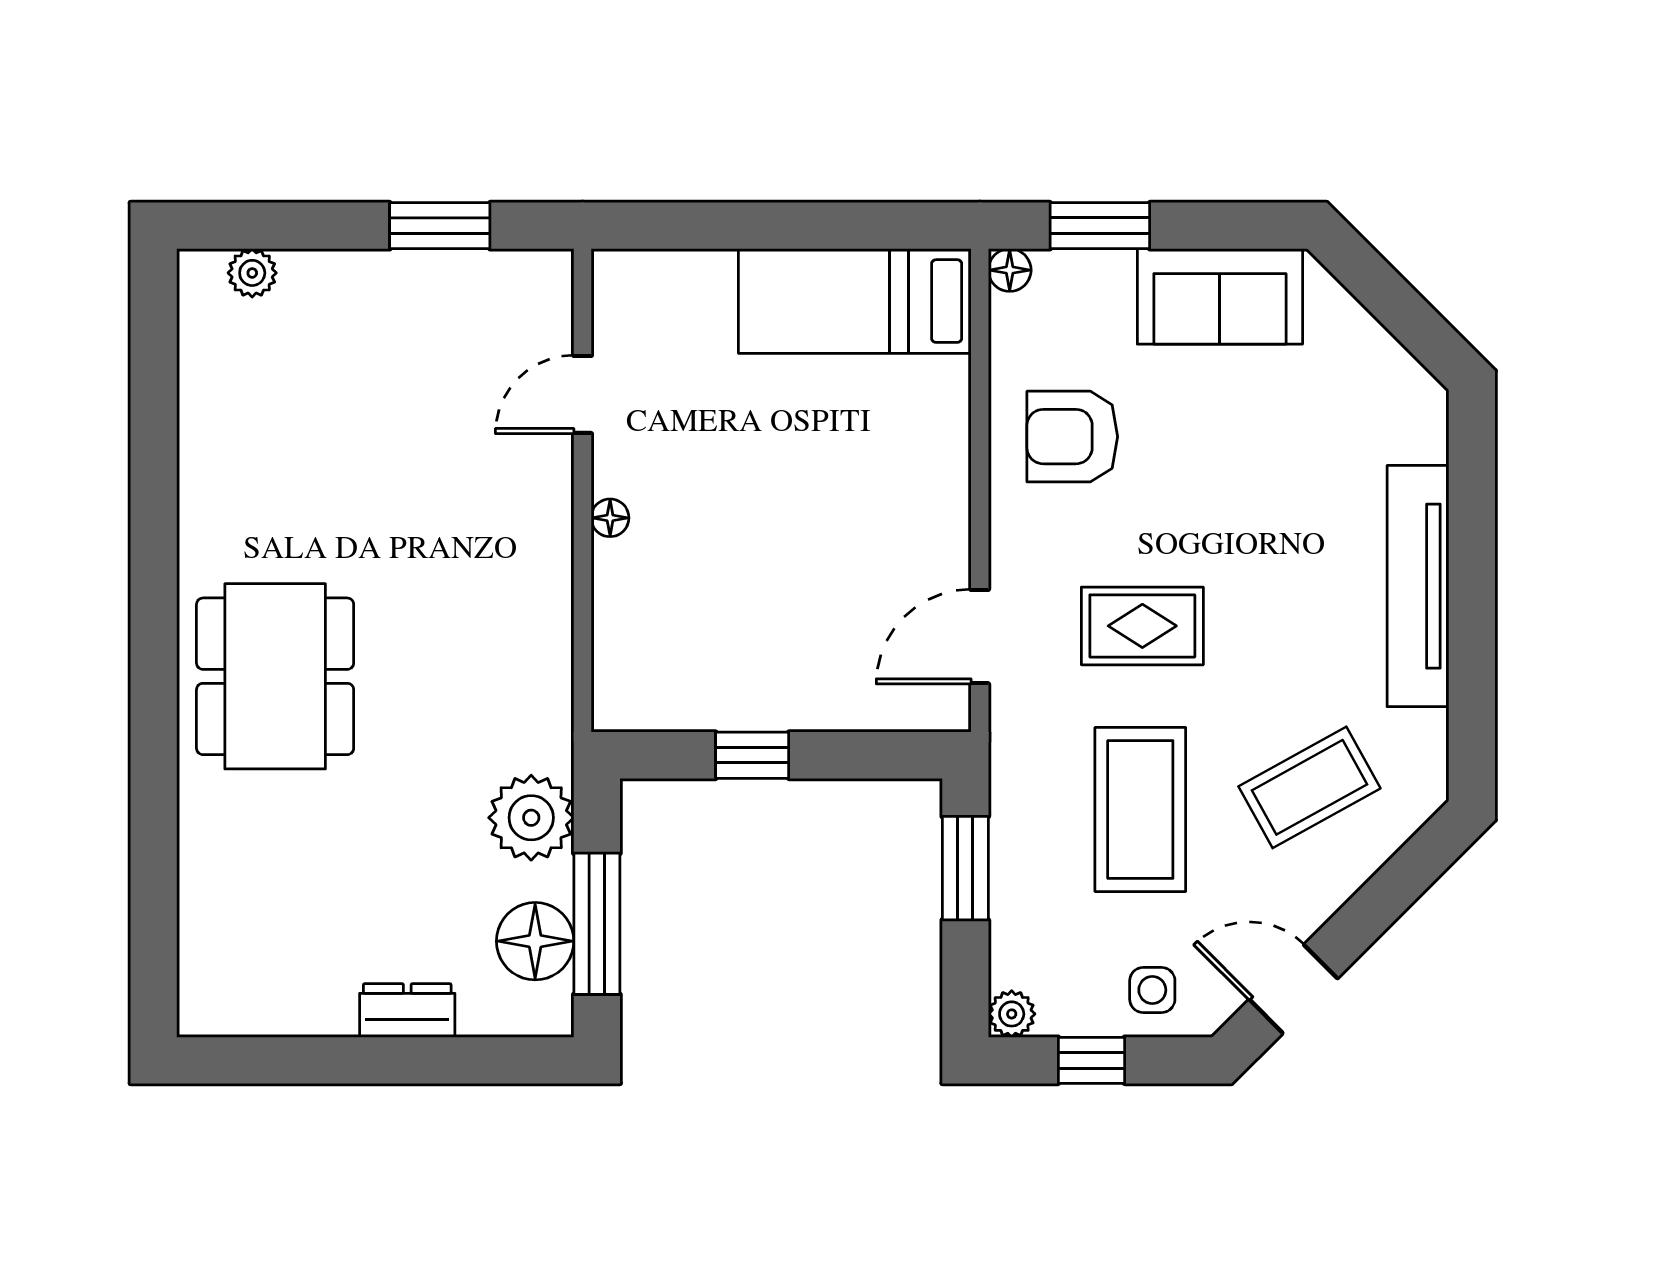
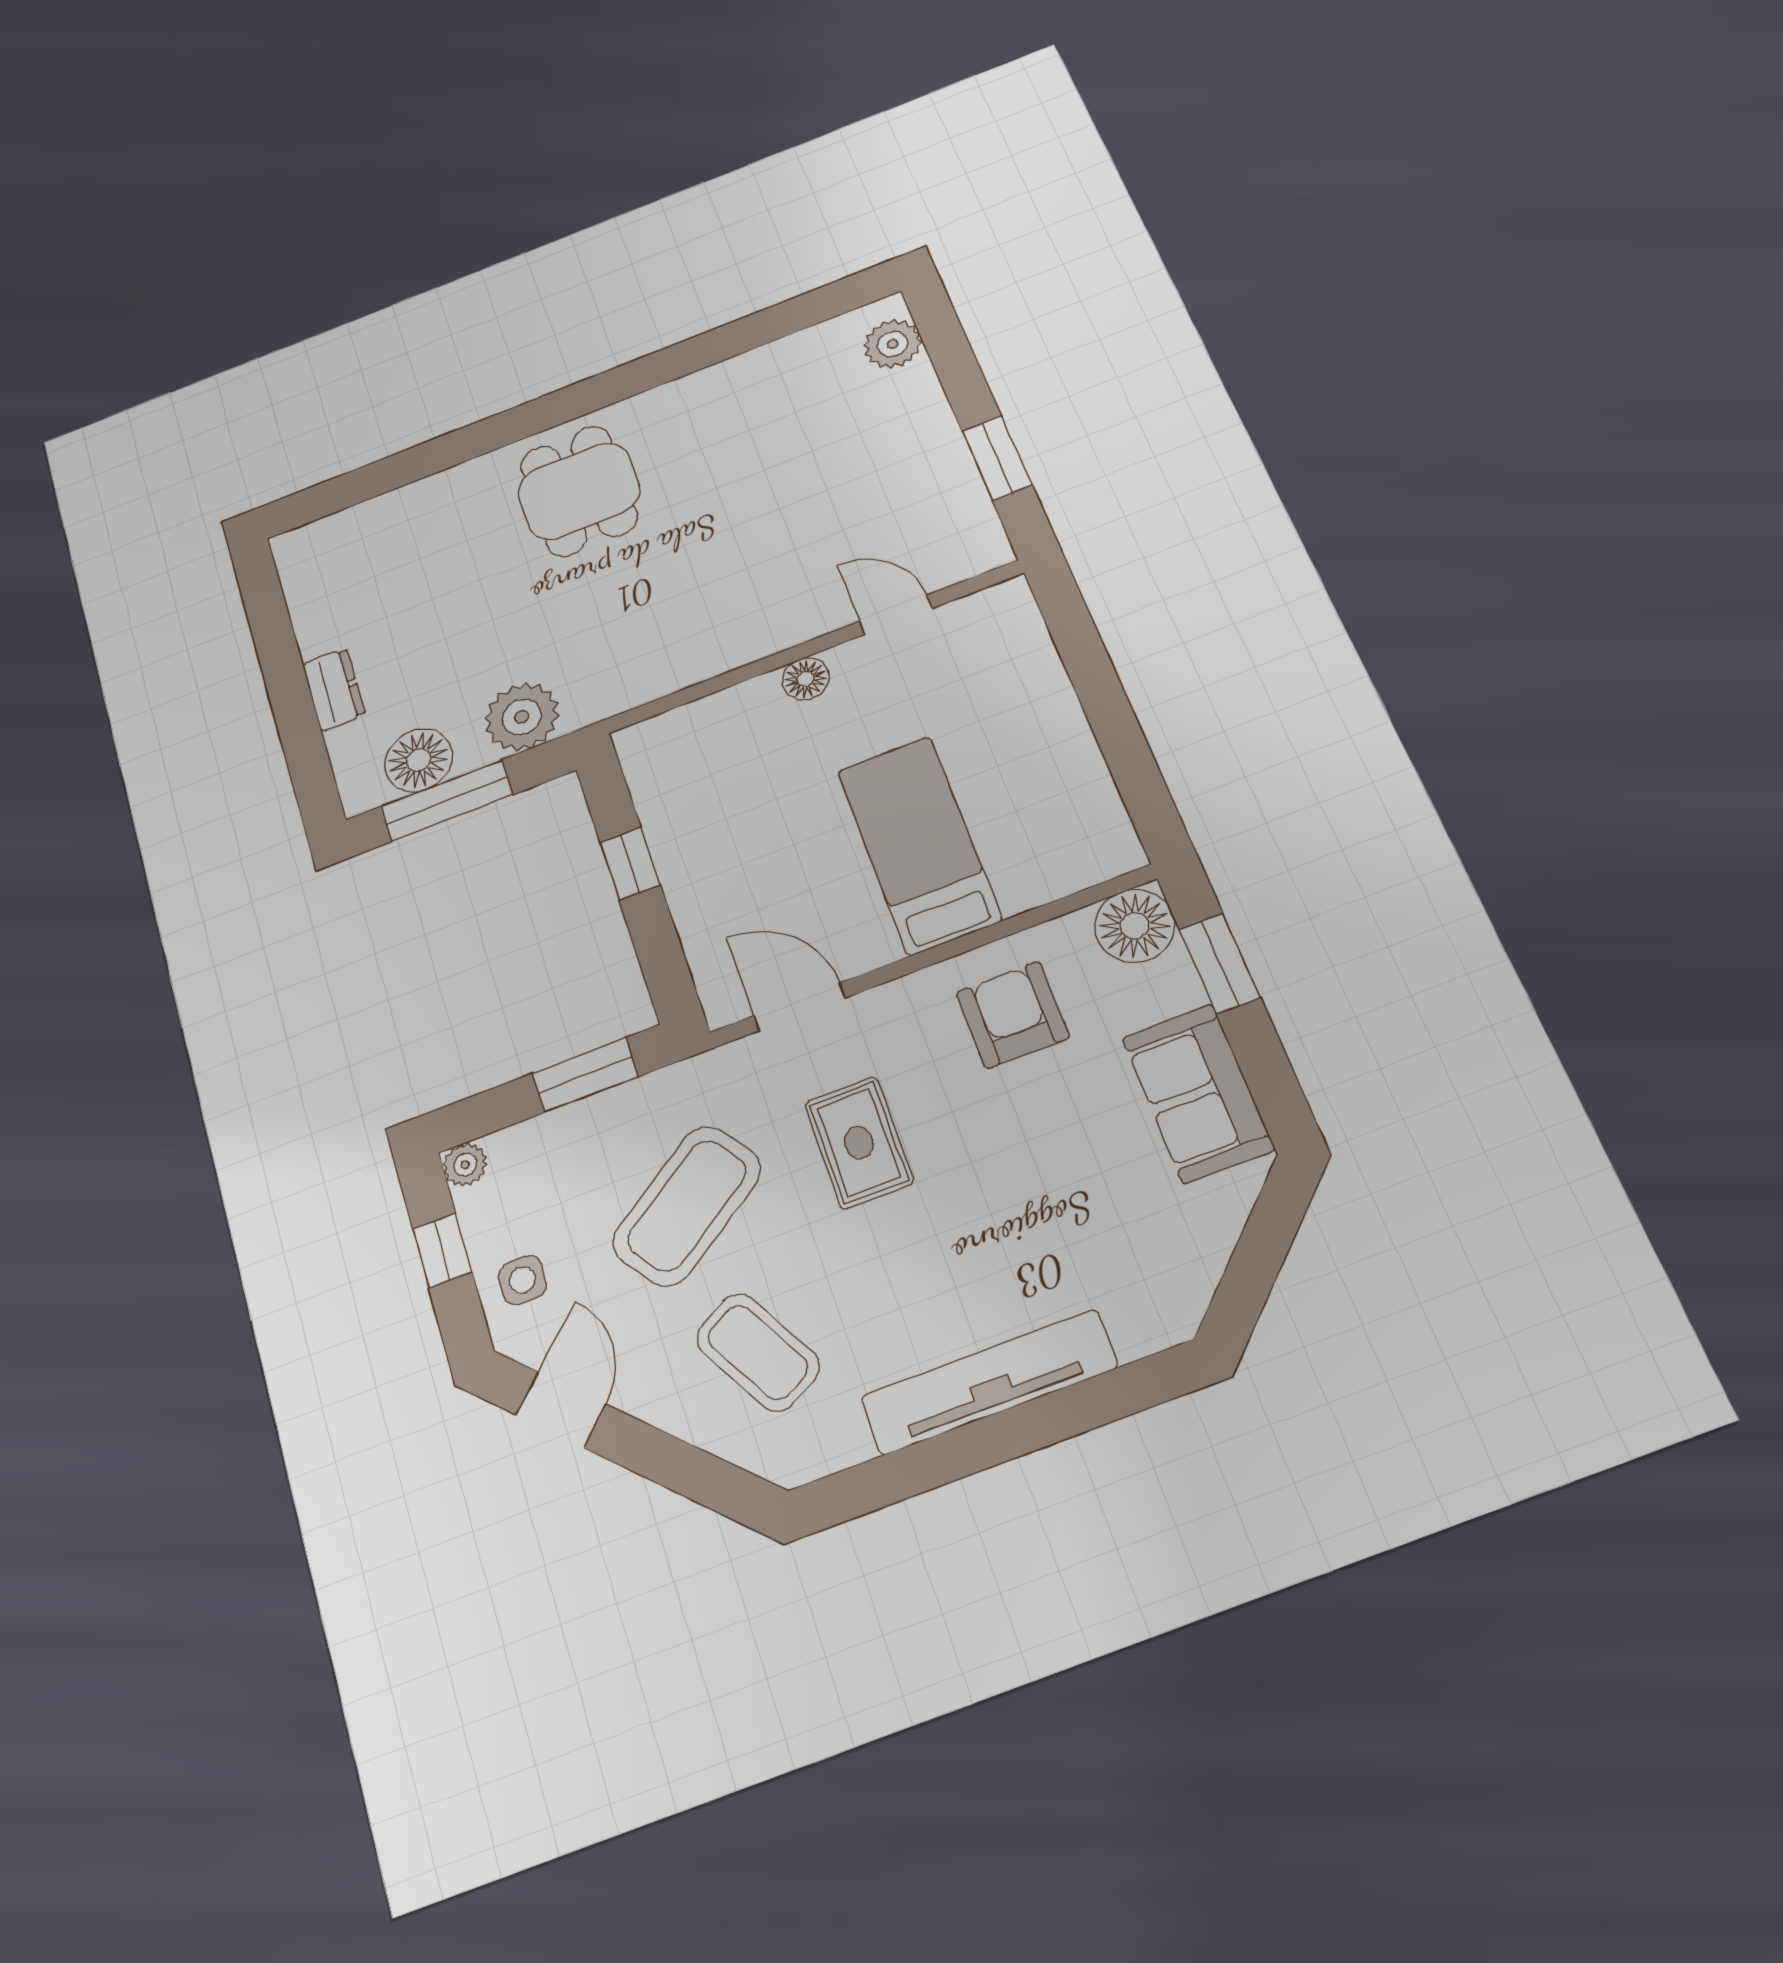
floor lamp: (1010, 270) -> (1135, 926), width x1.89, depth x1.89
plant: (252, 273) -> (893, 344), width x1.38, depth x1.38
bed: (855, 301) -> (919, 845), moved
floor lamp: (610, 518) -> (806, 679), width x1.37, depth x1.37
dining table: (275, 676) -> (579, 491), width x0.73
coffee table: (1140, 809) -> (687, 1206), turned -35

